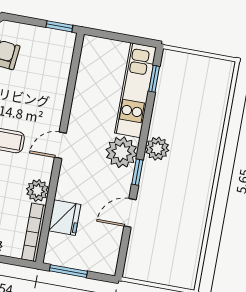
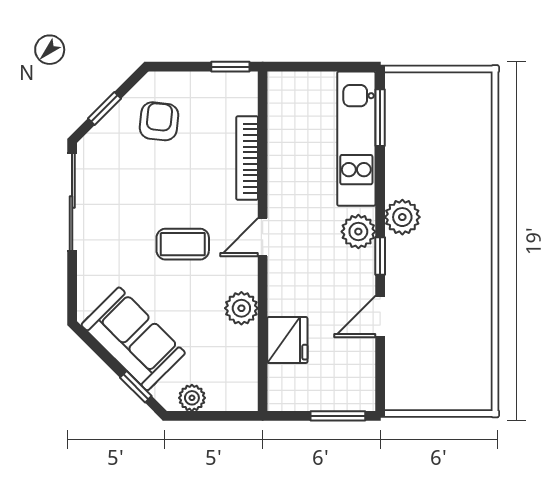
window: (154, 79) -> (380, 118), width x1.50
plant: (122, 152) -> (358, 232), width x0.73, depth x0.73
bookcase: (34, 232) -> (247, 158), moved
window: (68, 271) -> (338, 416), moved

